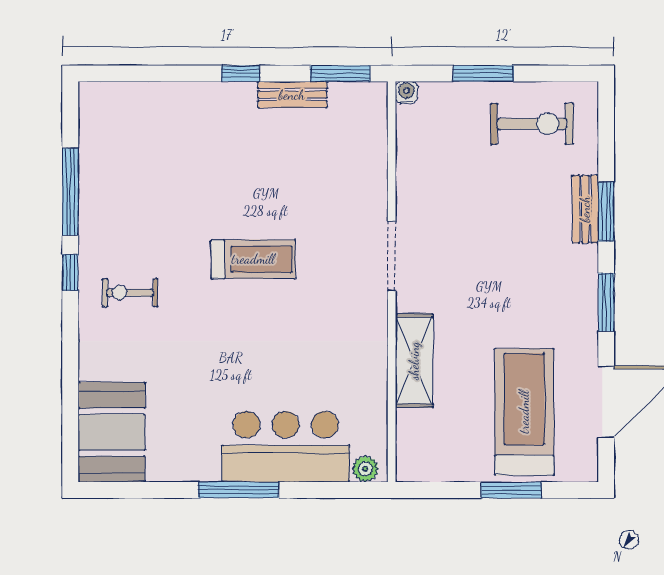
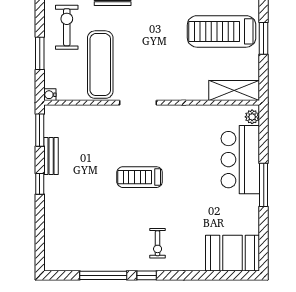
exercise mat: (463, 186) -> (100, 65), added
treadmill: (253, 259) -> (140, 177), turned -90
shelving: (414, 361) -> (234, 91), moved

